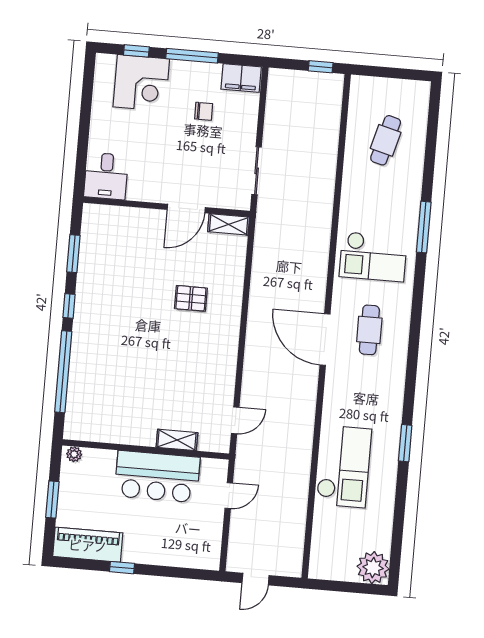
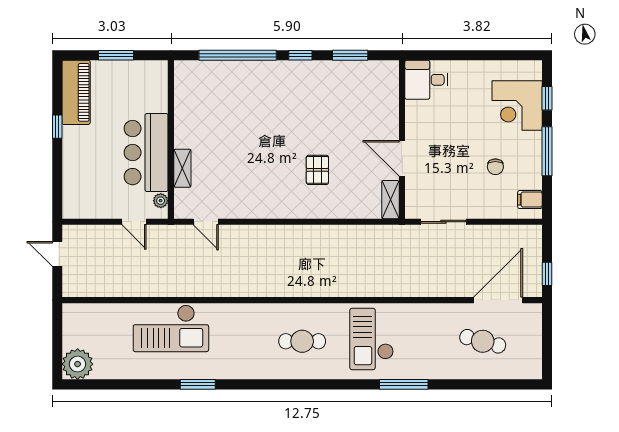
filing cabinet: (241, 78) -> (530, 200), width x0.50
door: (325, 339) -> (498, 300), moved
plant: (74, 454) -> (161, 201), moved

